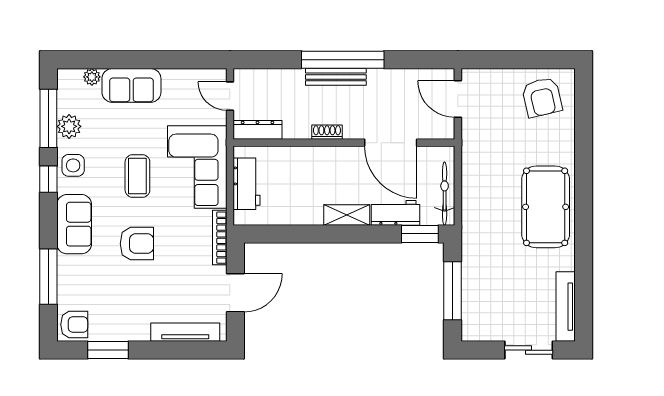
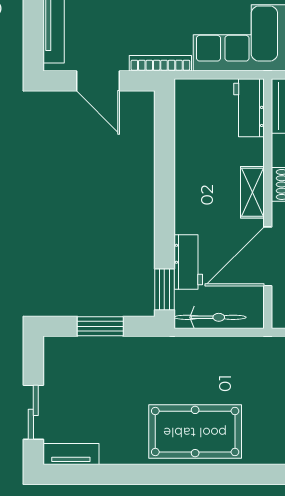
workbench: (247, 184) -> (249, 108), moved, turned 90
shelving: (347, 215) -> (252, 192), moved
window: (452, 291) -> (100, 326), width x0.69
tv unit: (566, 307) -> (71, 454), width x0.71

